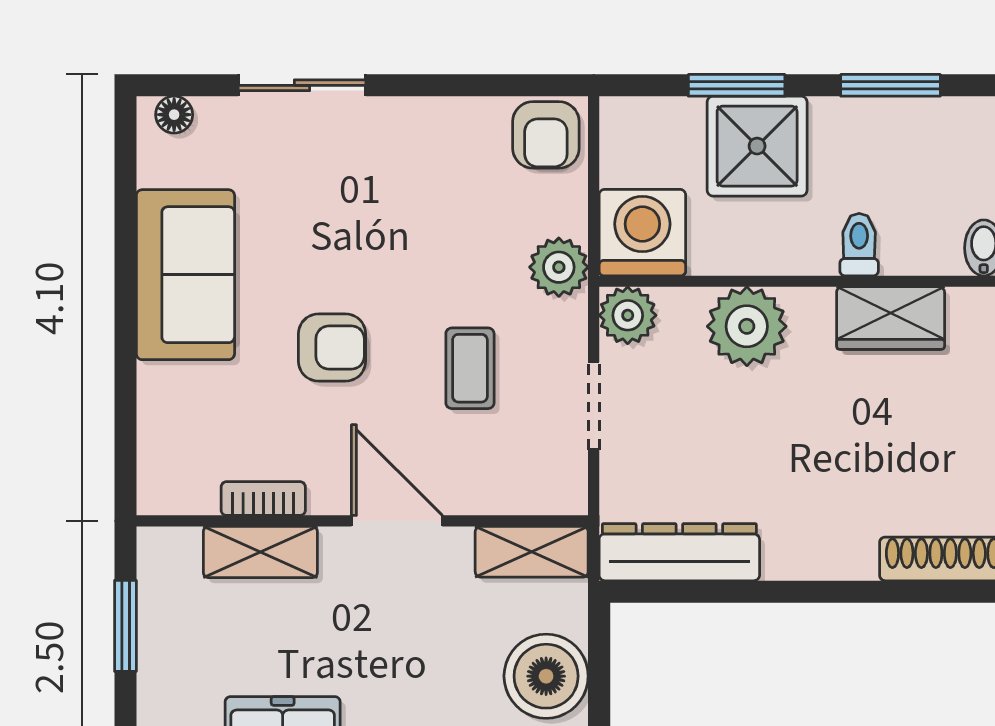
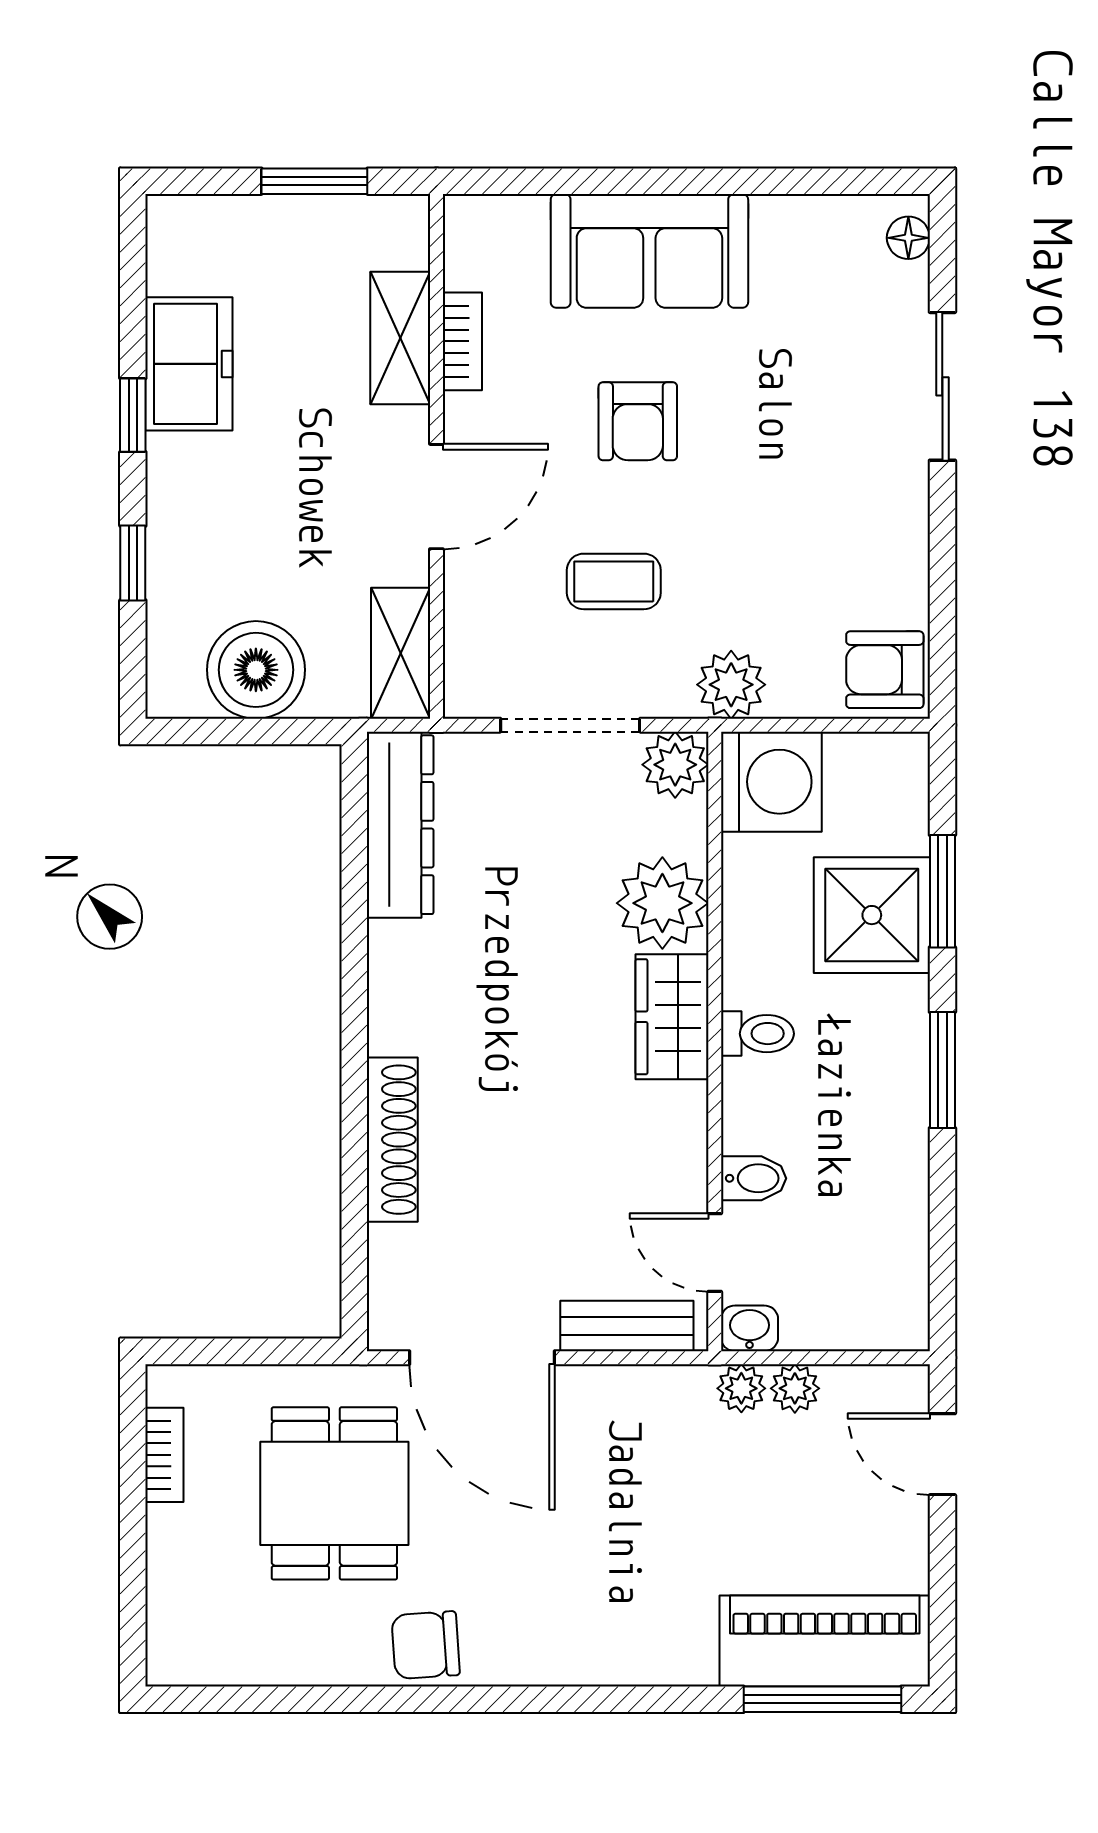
sofa: (185, 275) -> (649, 251), moved
wardrobe: (891, 318) -> (672, 1017), moved
doorway: (594, 406) -> (570, 725), width x1.38

